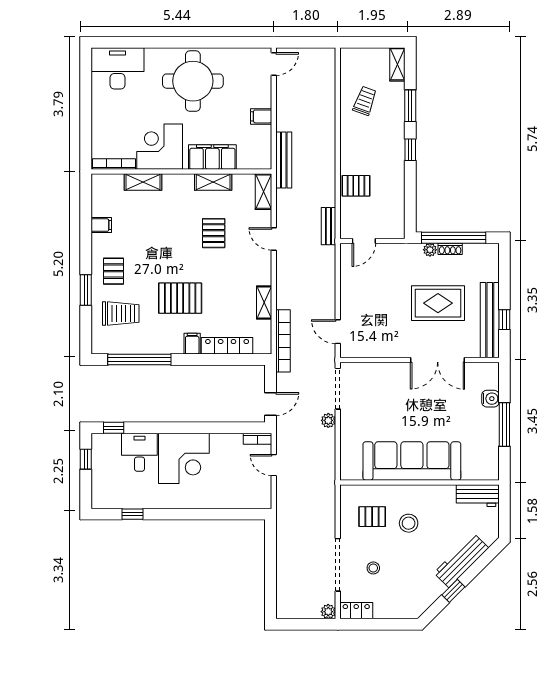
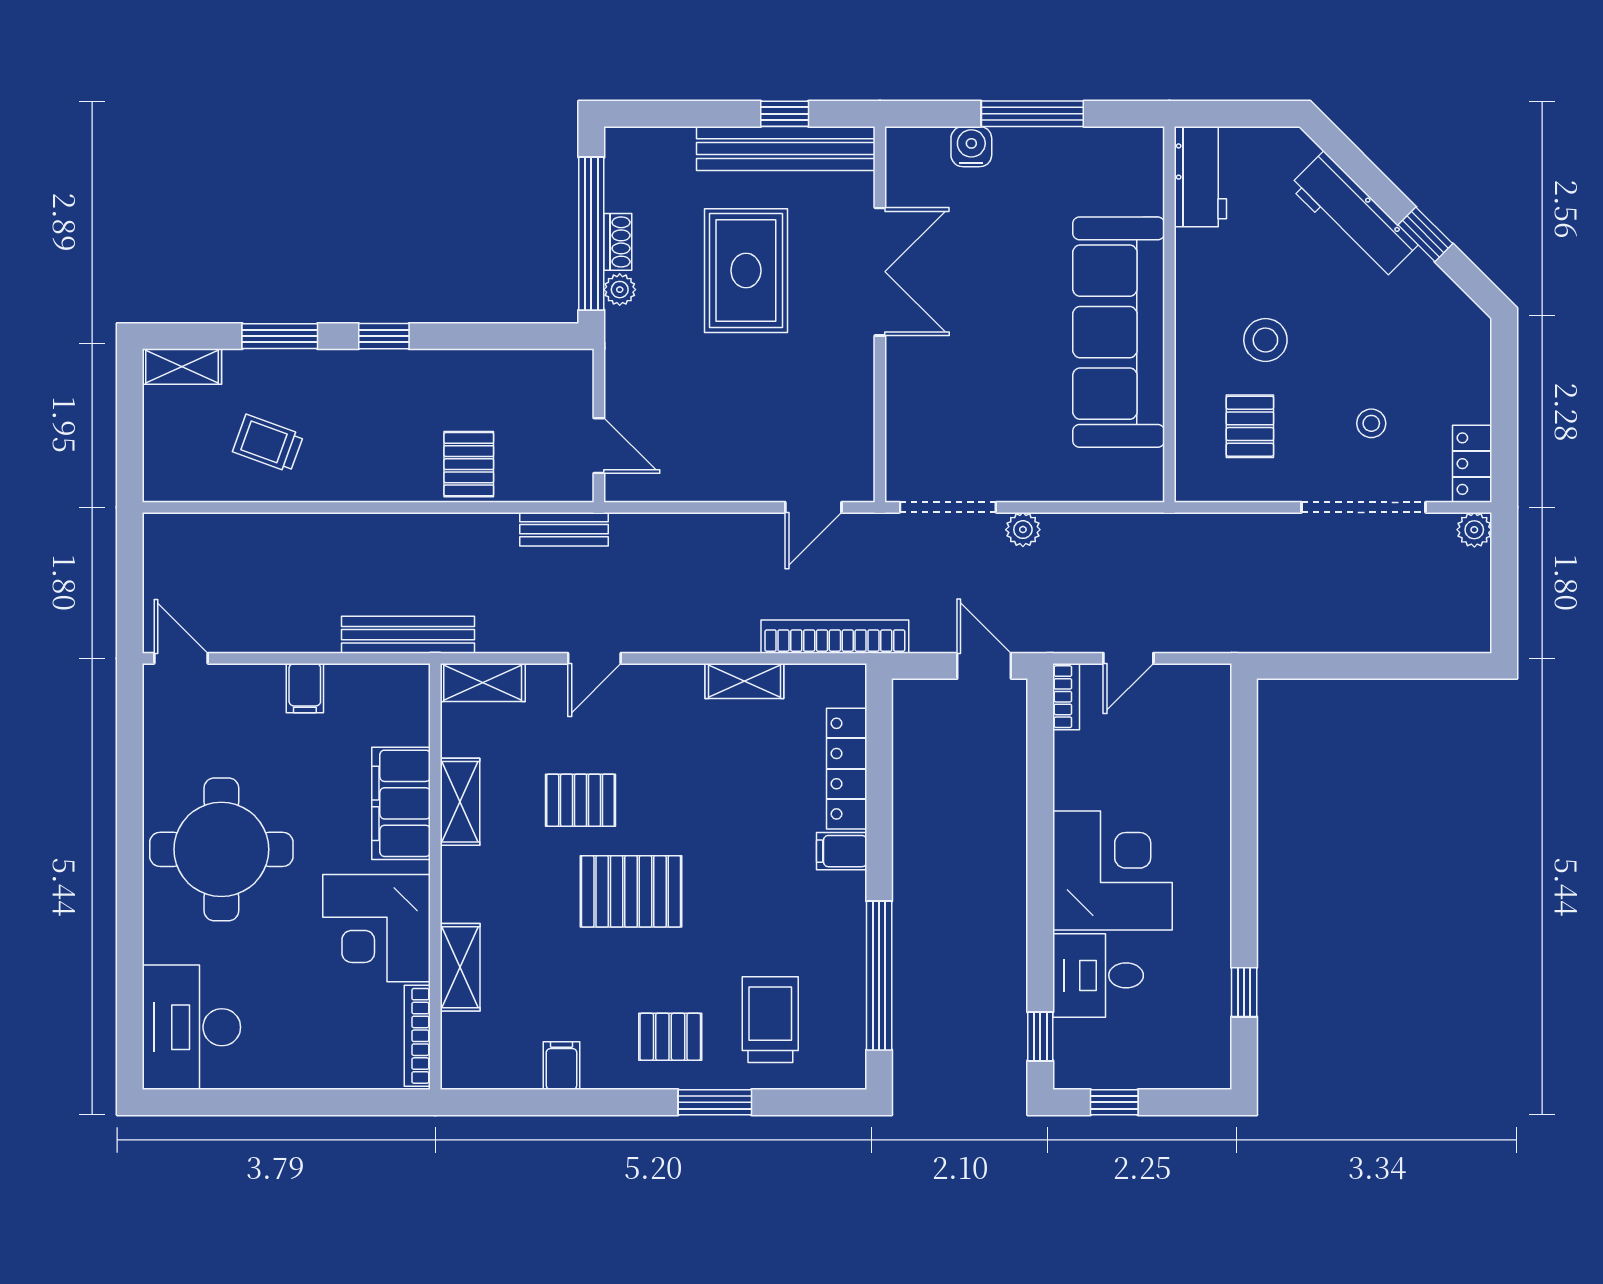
pallet: (180, 298) -> (631, 891), moved, turned 90

